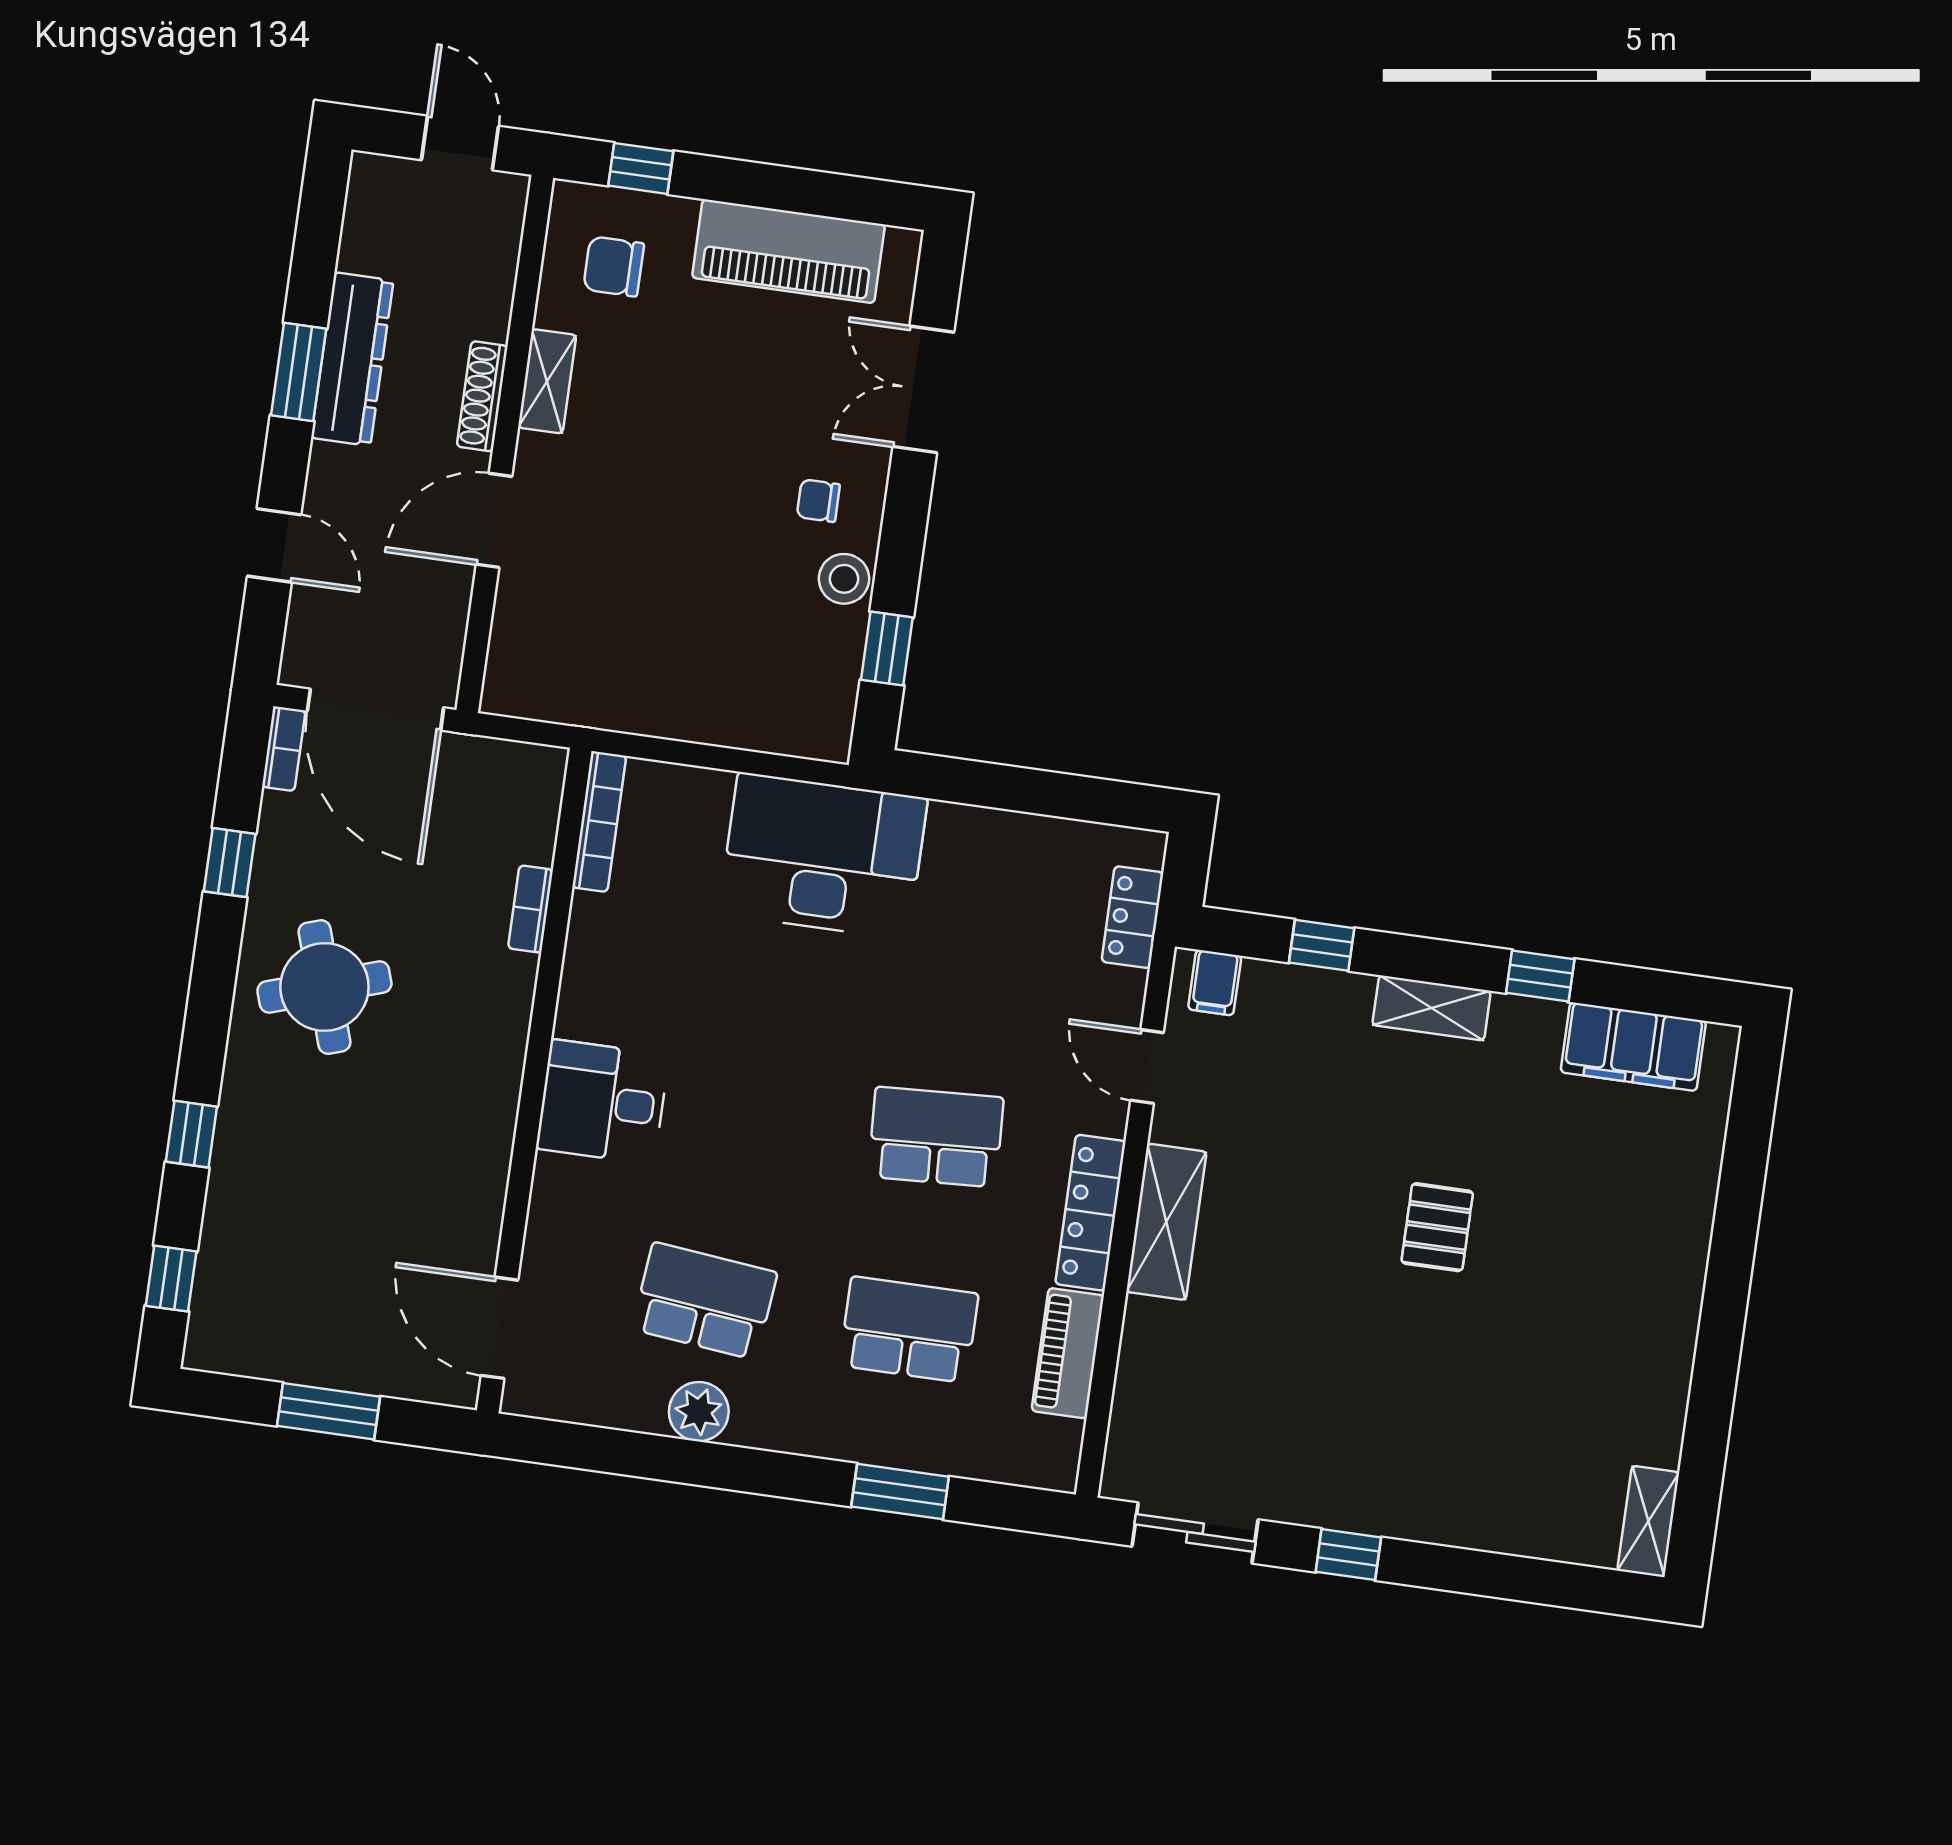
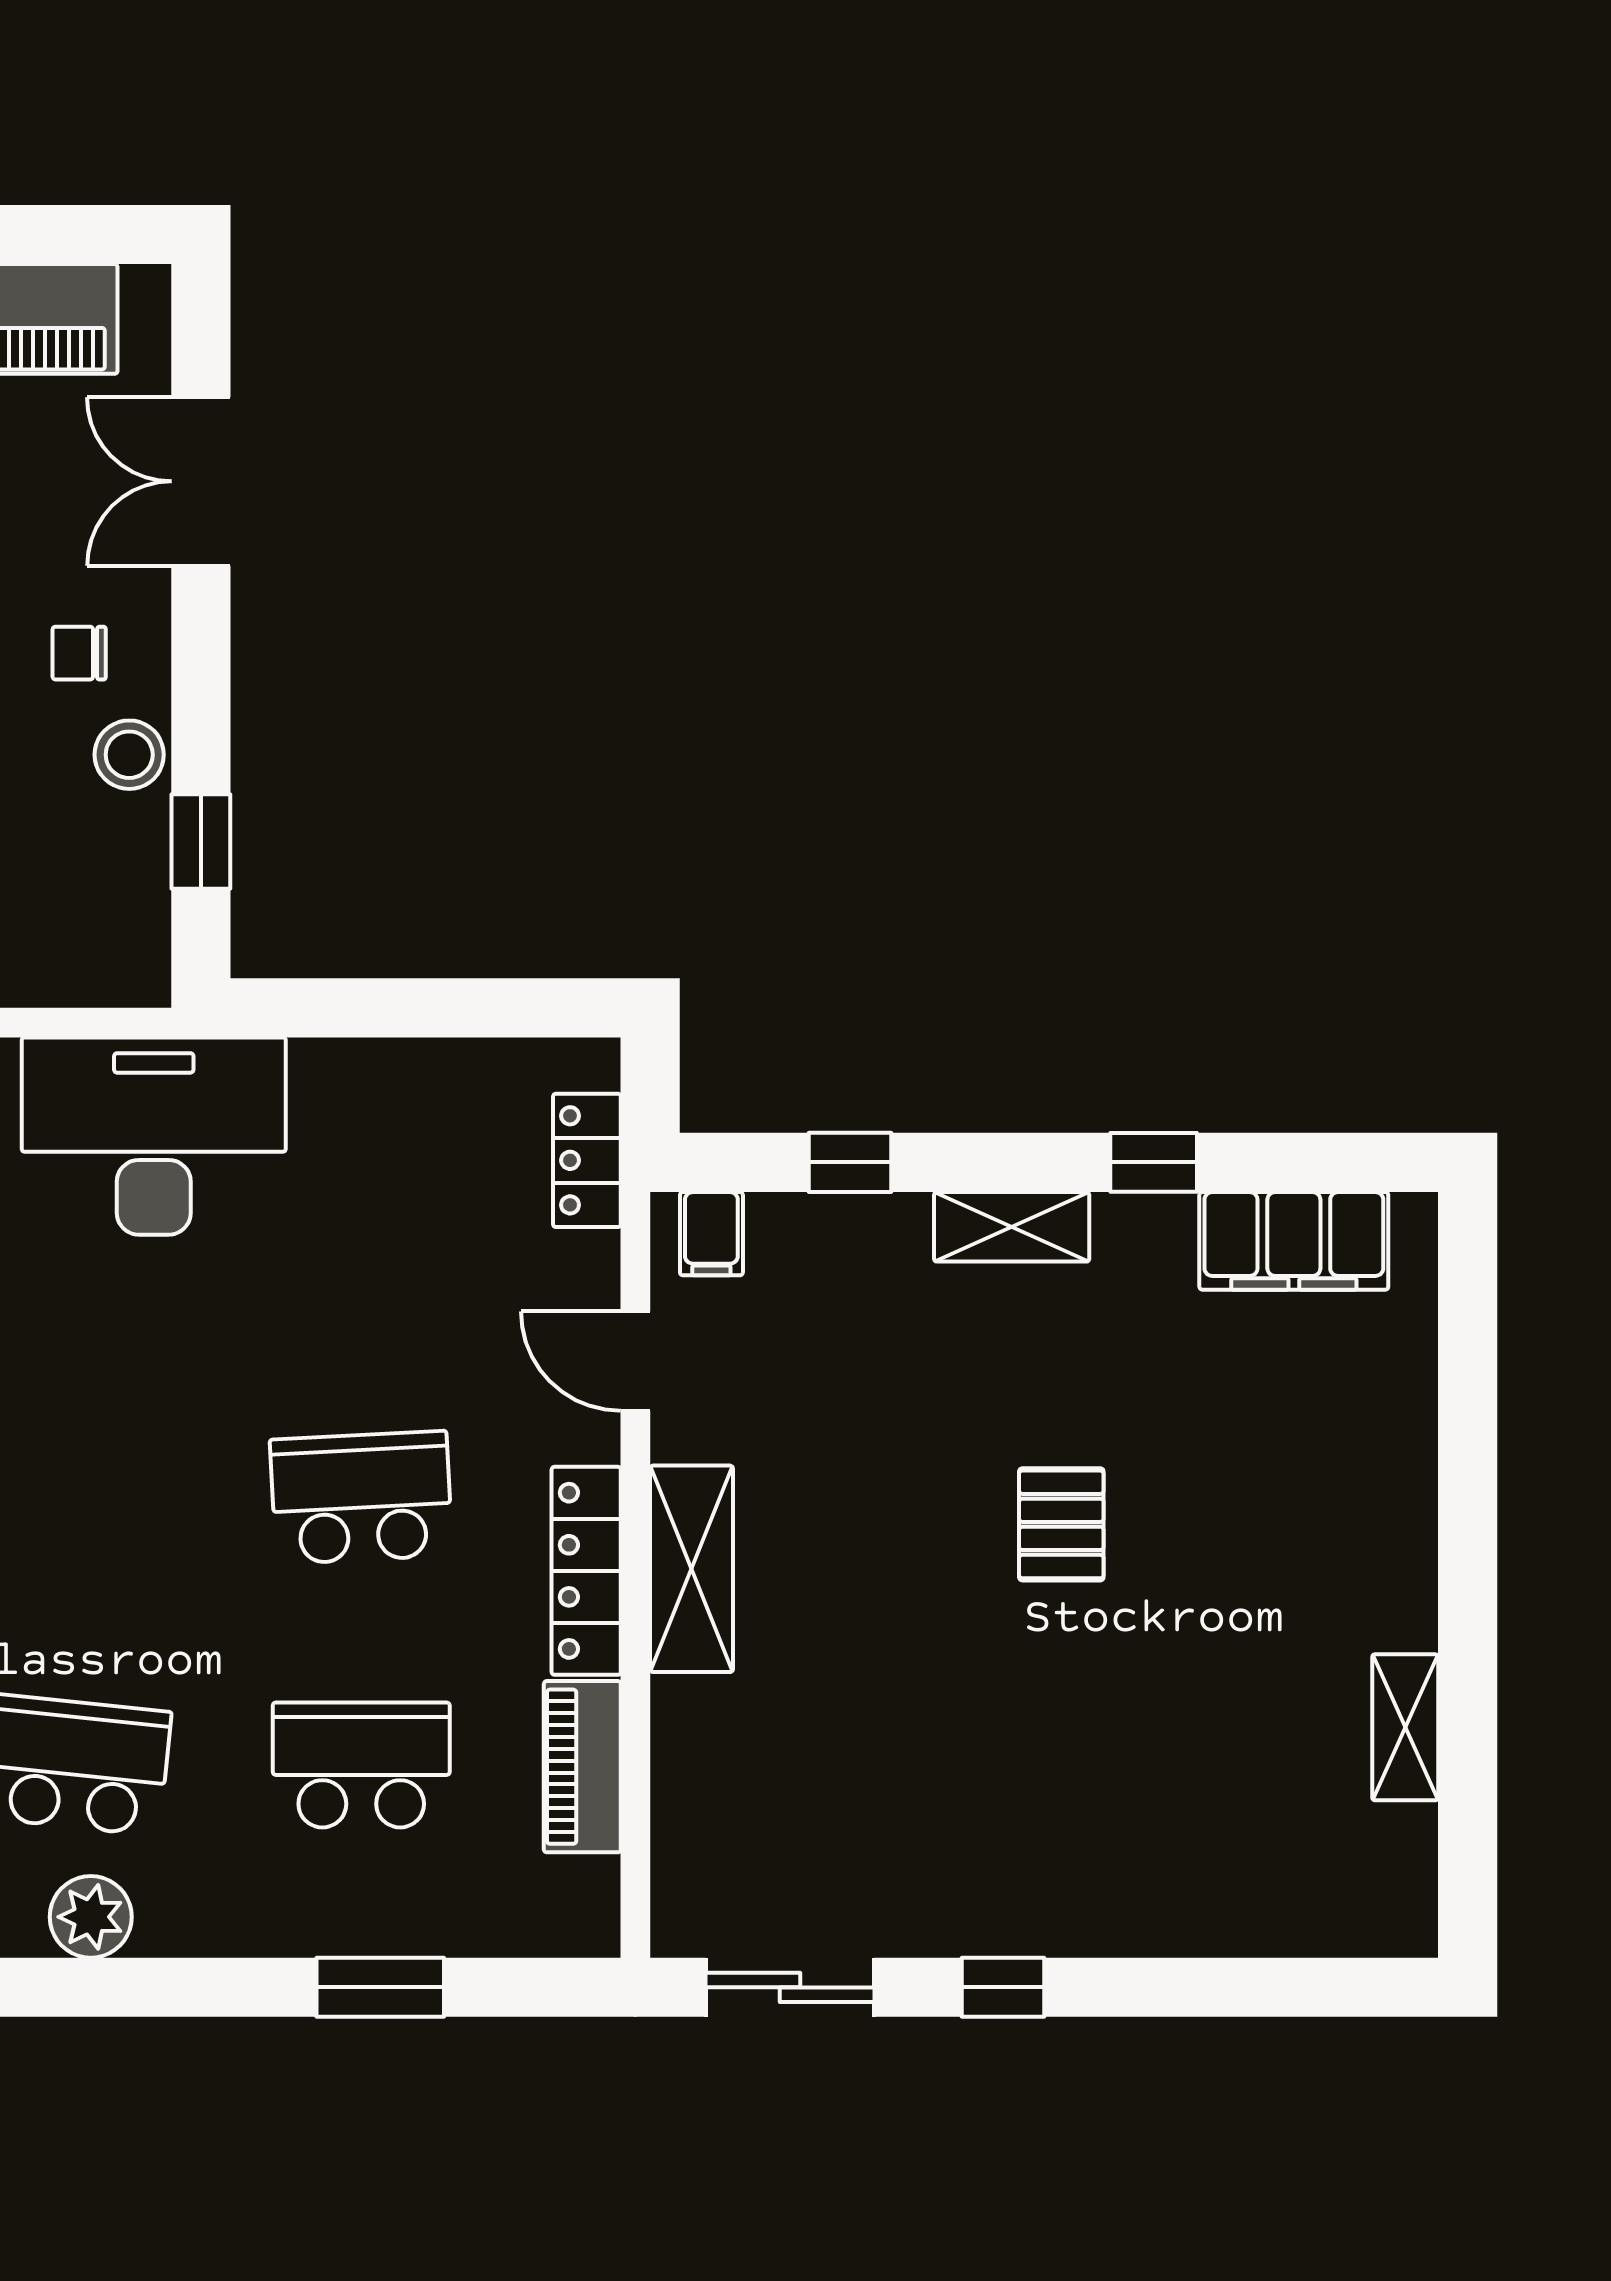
shelving: (1648, 1521) -> (1405, 1727), moved

